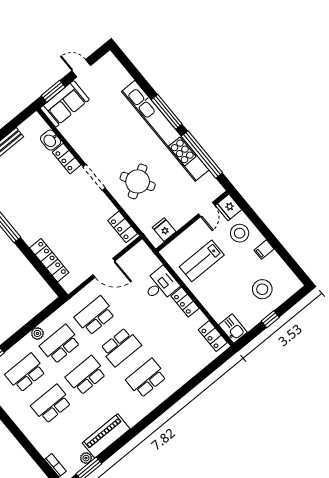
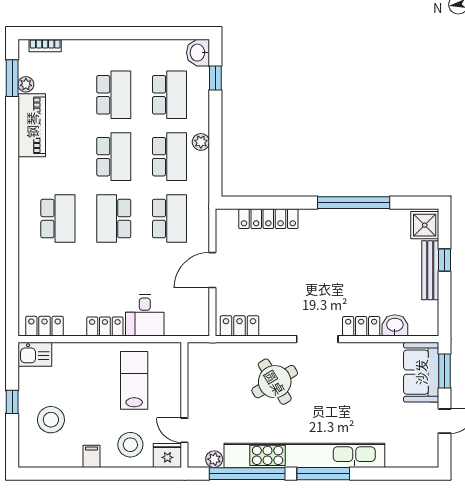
plant: (209, 180) -> (214, 459), added
fridge: (164, 230) -> (200, 368), removed

